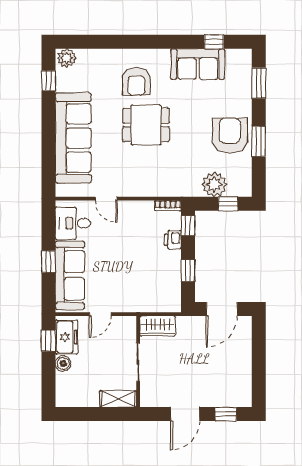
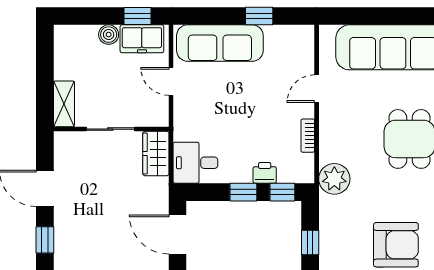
plant: (214, 185) -> (334, 179), moved
bookcase: (168, 206) -> (308, 136), moved
desk: (73, 223) -> (195, 163), moved, turned -90
window: (48, 262) -> (259, 16), moved
window: (188, 271) -> (243, 192), moved

